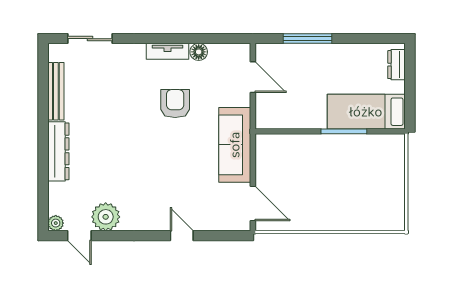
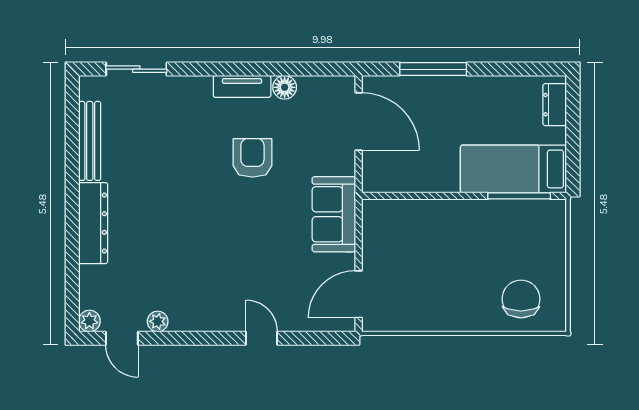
door: (253, 77) -> (359, 122), width x1.36
window: (344, 131) -> (519, 196), moved
sofa: (235, 145) -> (334, 214), width x0.73
door: (253, 203) -> (359, 294), swing flipped
chair: (372, 207) -> (521, 299), added
plant: (106, 217) -> (158, 321), width x0.53, depth x0.53

